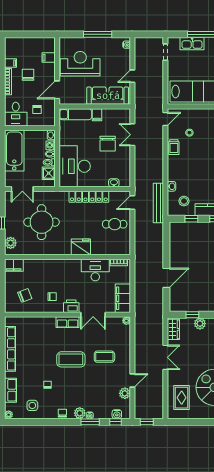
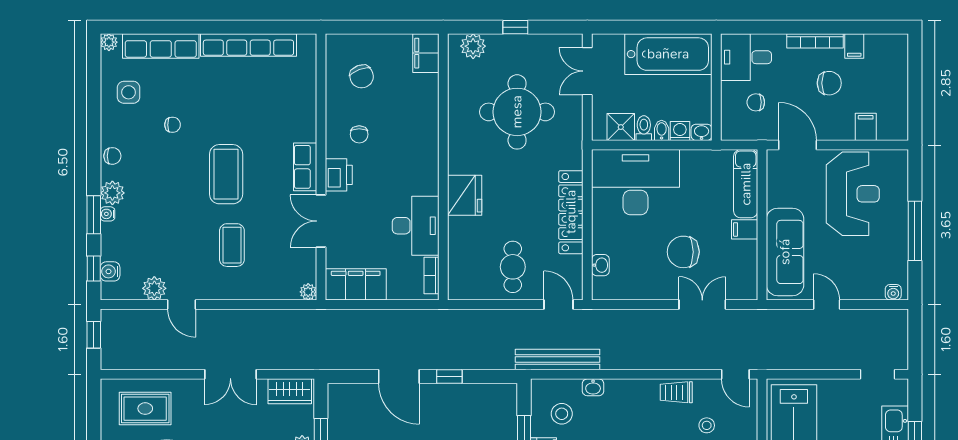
window: (166, 254) -> (449, 377), added
row of seats: (10, 390) -> (161, 46), width x1.48

